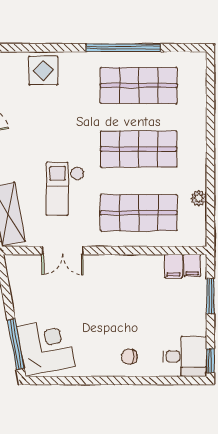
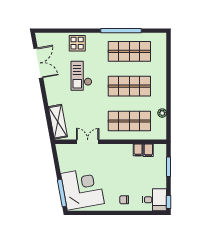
checkout: (65, 189) -> (81, 76), moved
double door: (63, 250) -> (88, 142), swing flipped
filing cabinet: (192, 265) -> (138, 150), moved
corner desk: (46, 347) -> (82, 189), width x1.36, depth x1.36

